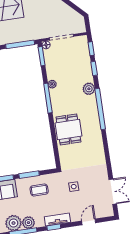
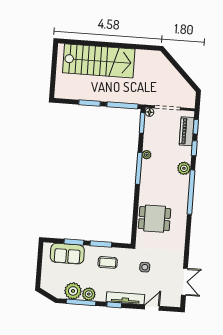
piano: (84, 55) -> (187, 131), added
dining table: (68, 129) -> (155, 219), moved, turned 90
tv unit: (57, 220) -> (125, 298), width x1.41

